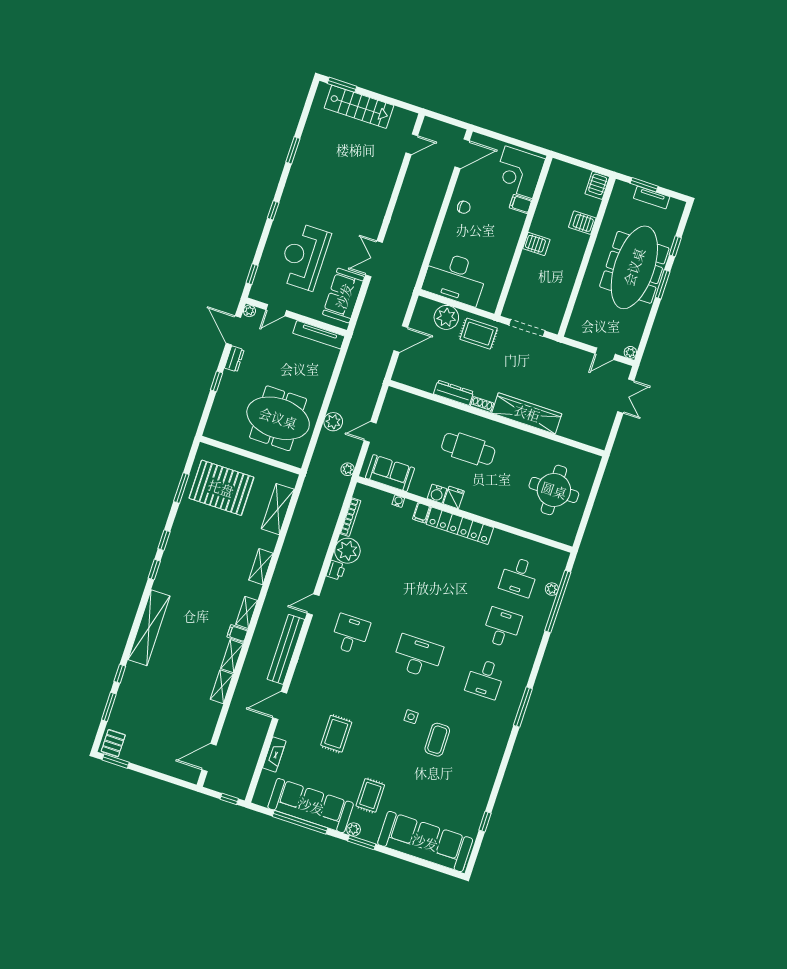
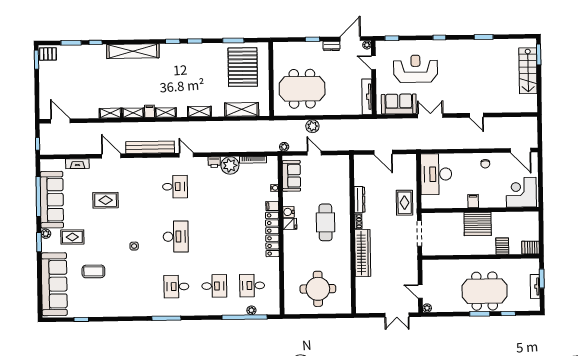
door: (412, 144) -> (476, 115), moved
filing cabinet: (520, 204) -> (473, 201), moved
server rack: (536, 244) -> (478, 224), width x2.18, depth x1.44
meeting table: (634, 267) -> (485, 291), width x0.73
plant: (446, 317) -> (408, 177), removed
meeting table: (278, 418) -> (302, 89), turned 90
coffee table: (437, 740) -> (93, 271), moved

